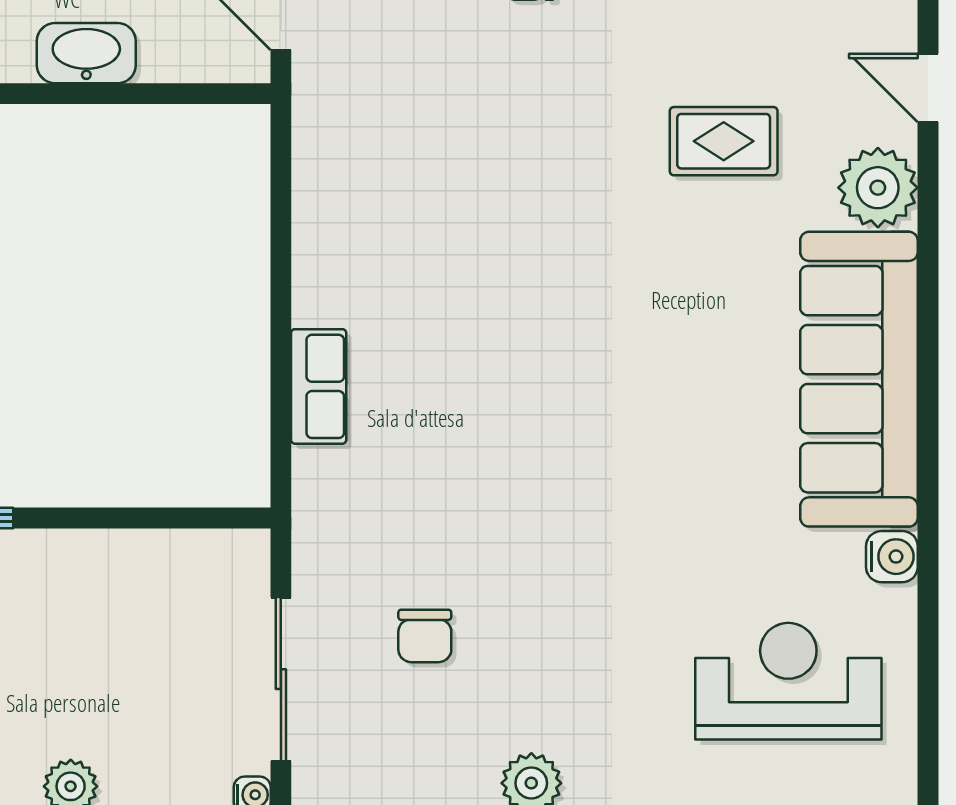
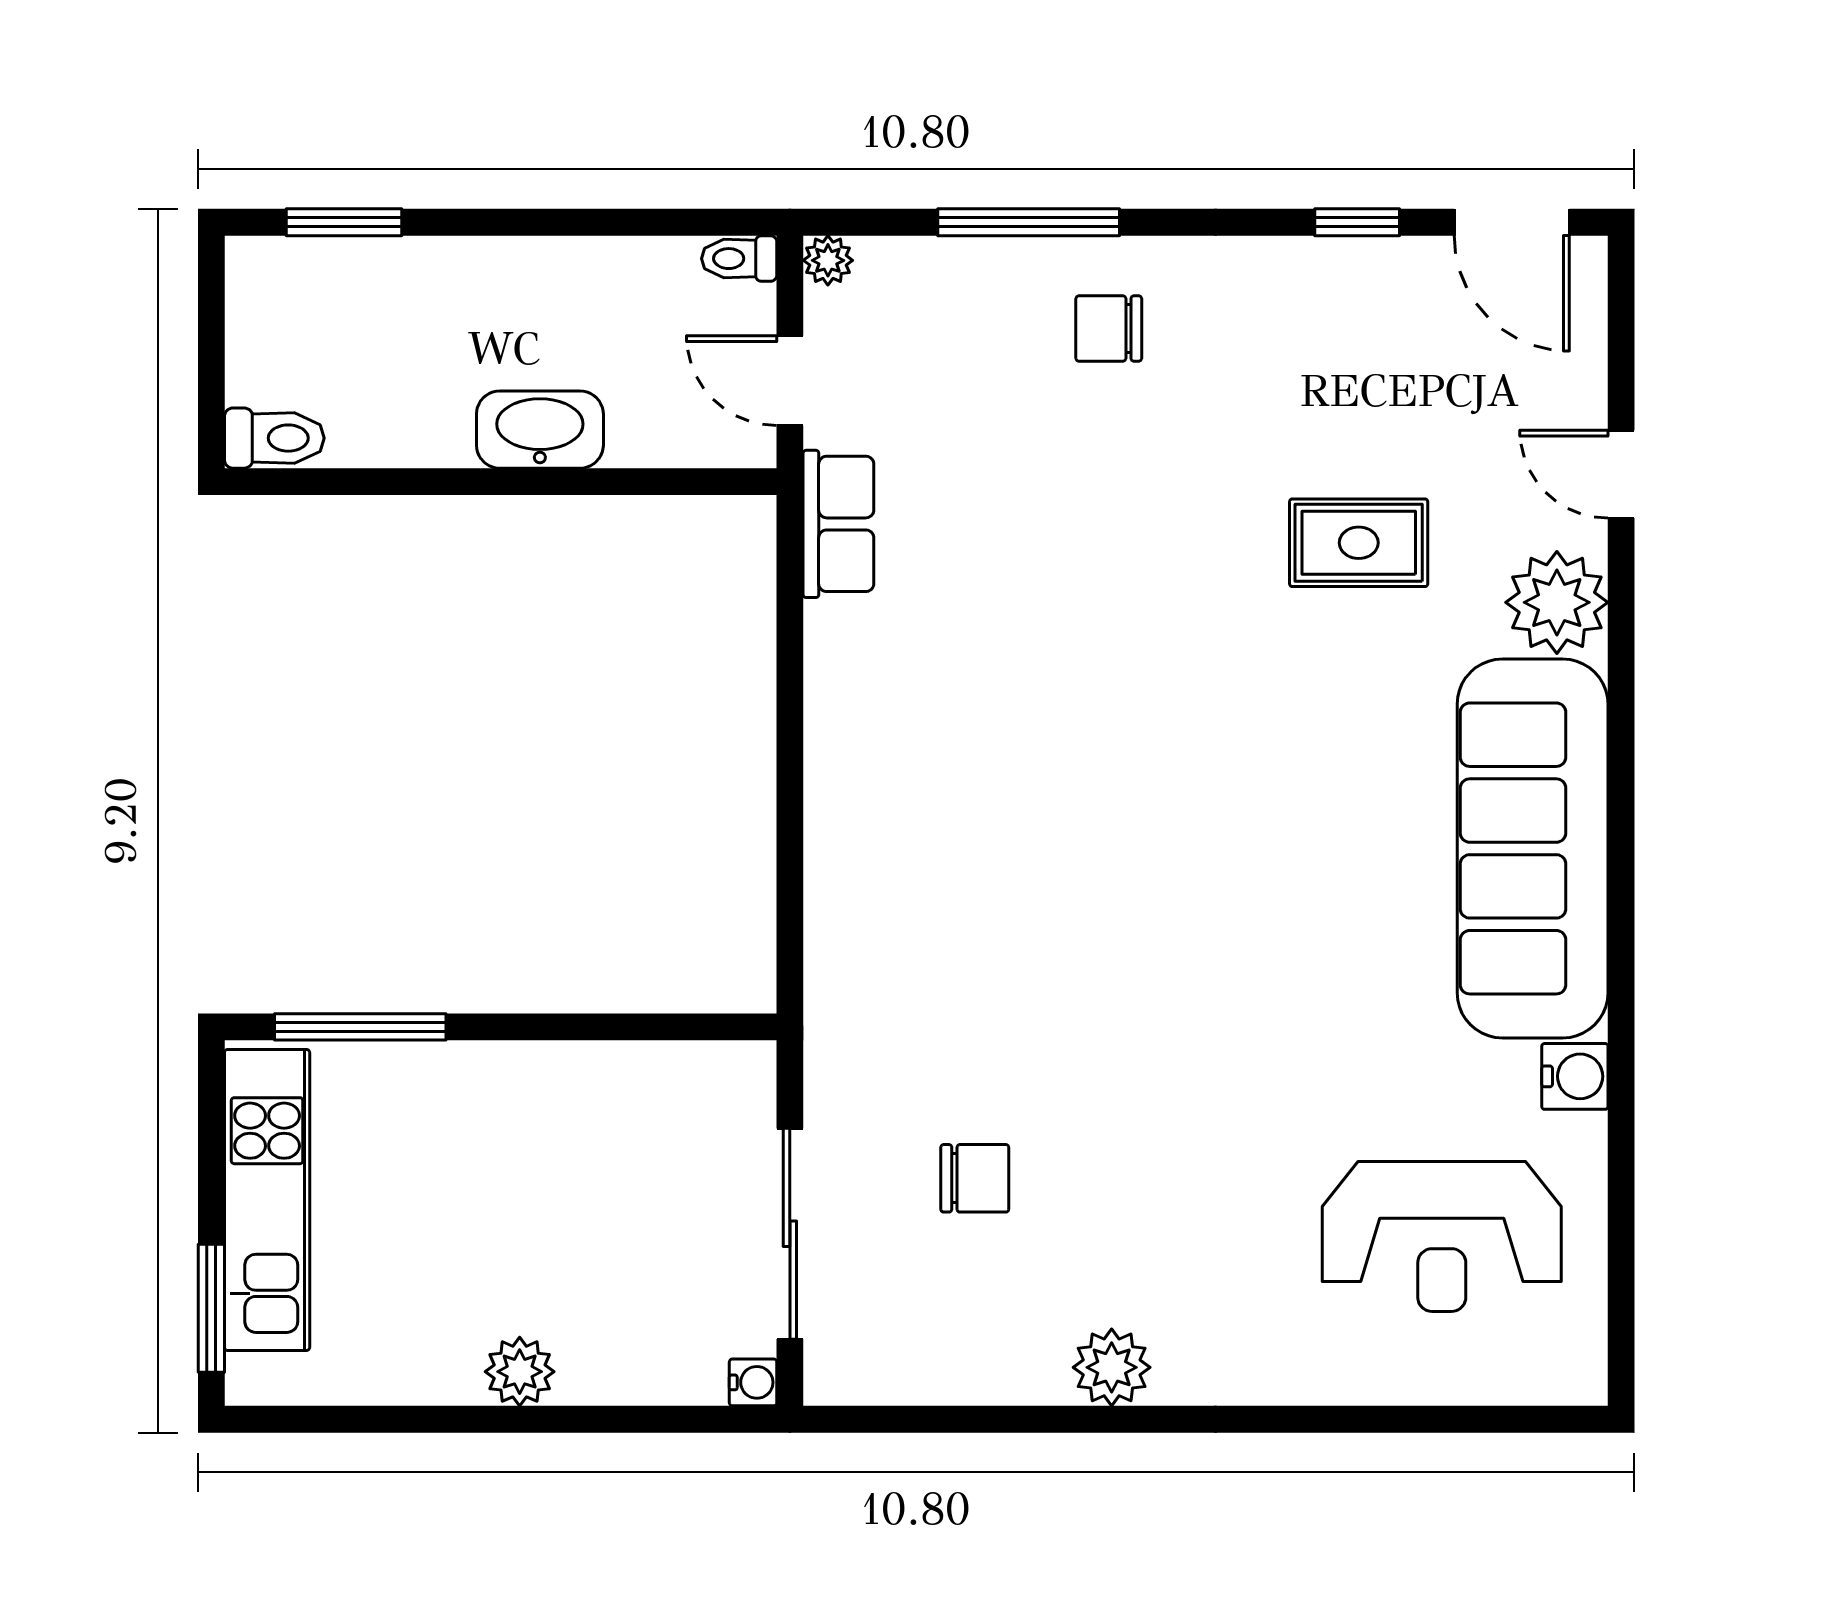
row of seats: (319, 386) -> (838, 524), moved
chair: (425, 636) -> (975, 1178), turned -90
reception desk: (788, 681) -> (1442, 1236), turned 180

